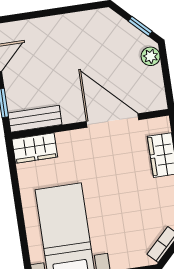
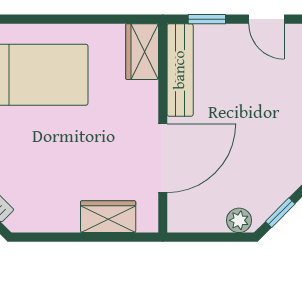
bench: (35, 119) -> (180, 70), width x1.36

